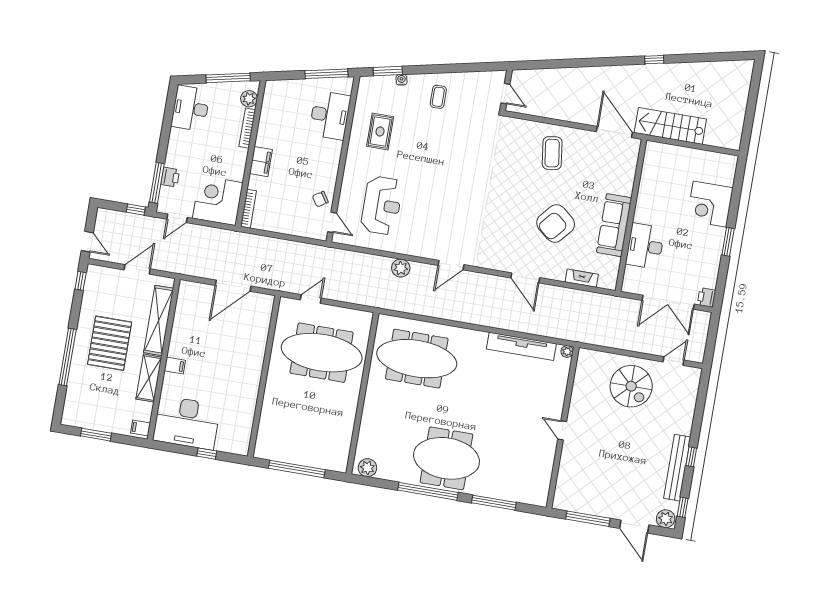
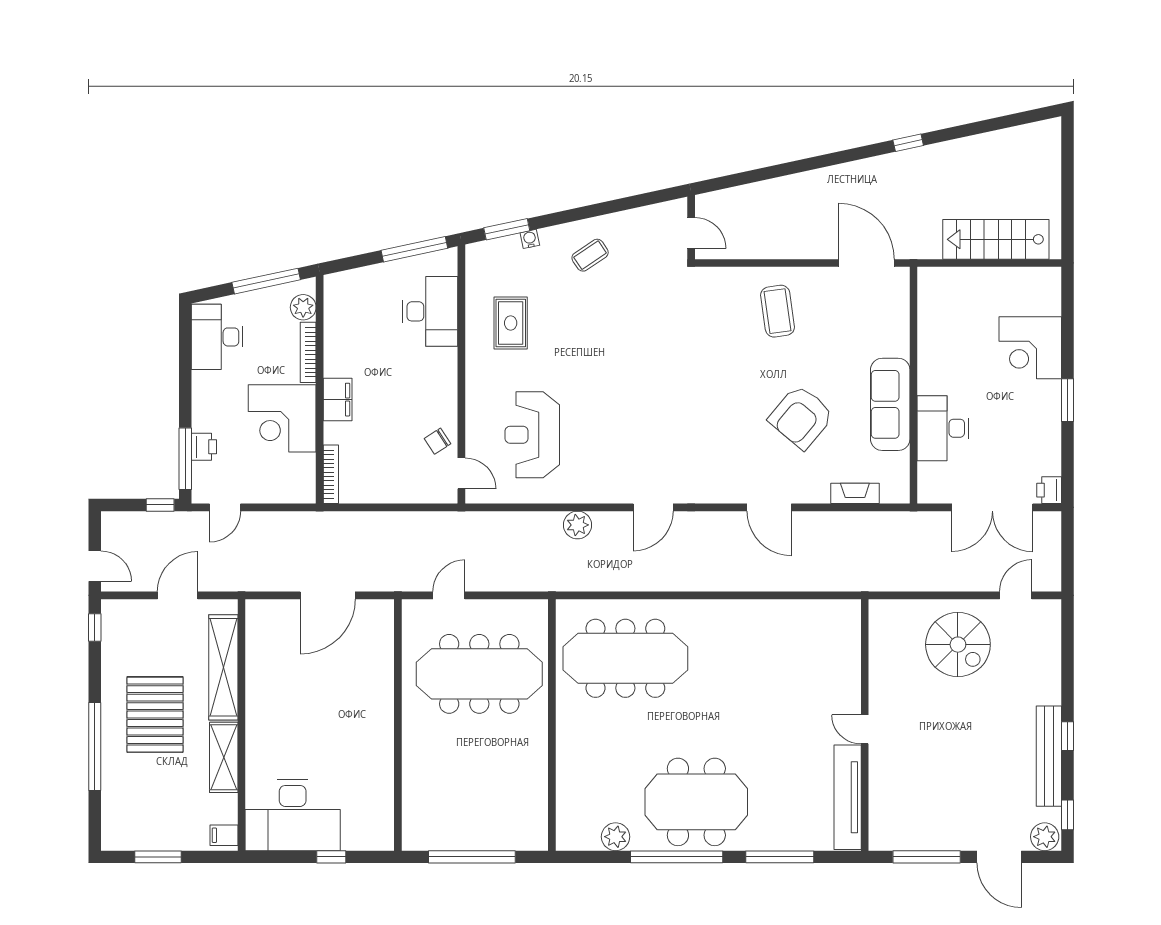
coffee table: (438, 97) -> (590, 255), turned 56
stairs: (670, 126) -> (996, 239), moved
corner desk: (218, 201) -> (282, 418), moved, turned -90
reception desk: (382, 205) -> (532, 435), turned 180
tv unit: (521, 346) -> (848, 797), moved, turned 90
plant: (567, 351) -> (852, 608), removed
filing cabinet: (175, 366) -> (260, 731), removed
plant: (367, 468) -> (616, 837), moved

